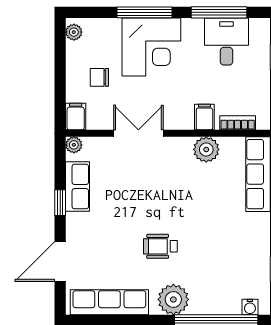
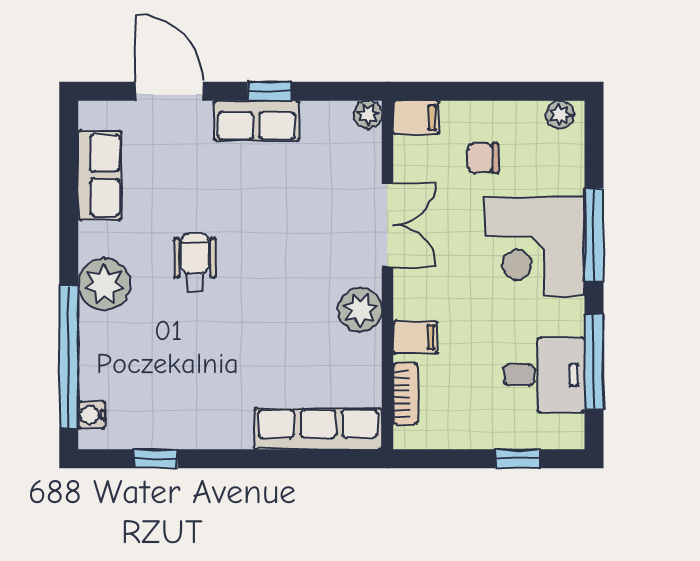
chair: (99, 77) -> (483, 158), turned -90
plant: (206, 149) -> (360, 310), moved
row of seats: (77, 187) -> (256, 121), moved
row of seats: (109, 302) -> (100, 175), width x0.68

